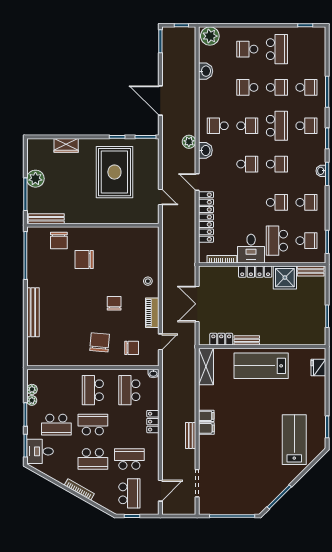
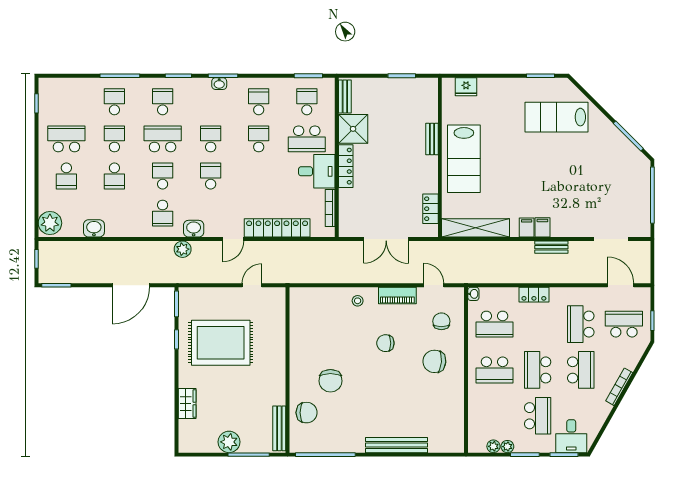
bench: (247, 340) -> (432, 139), moved
shelving: (206, 367) -> (476, 228), width x1.47

